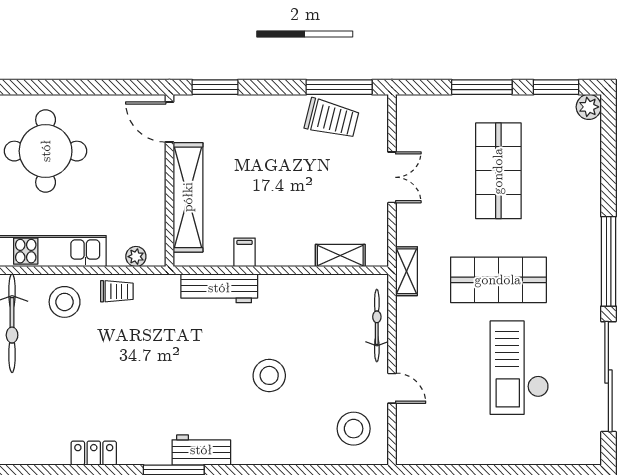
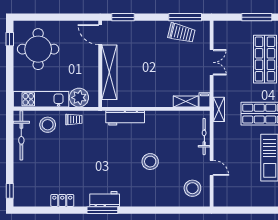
filing cabinet: (244, 252) -> (205, 100), moved
plant: (136, 257) -> (79, 98), width x1.88, depth x1.88
workbench: (201, 450) -> (105, 199), moved

